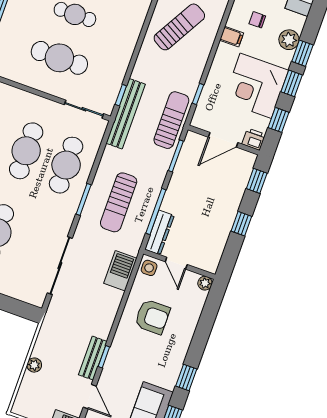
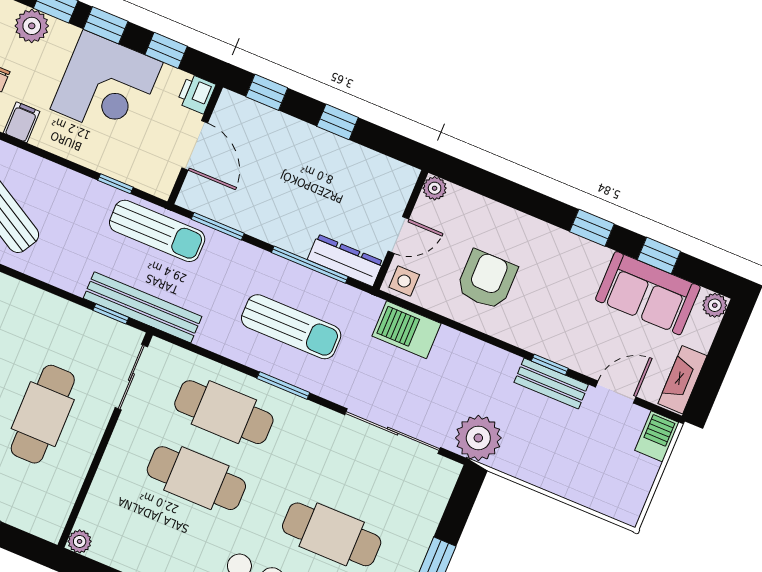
sun lounger: (171, 120) -> (157, 231), turned 180
plant: (34, 365) -> (478, 438), moved, width x1.88, depth x1.88

